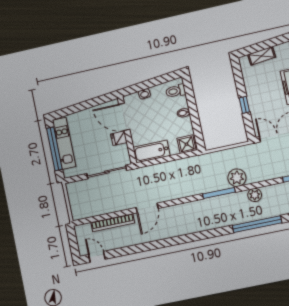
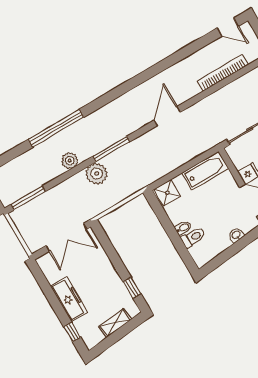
toilet: (176, 91) -> (193, 237), moved
window: (244, 105) -> (132, 288), moved
door: (147, 208) -> (167, 116), moved

